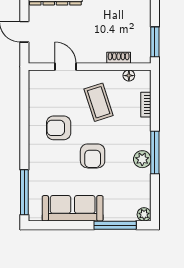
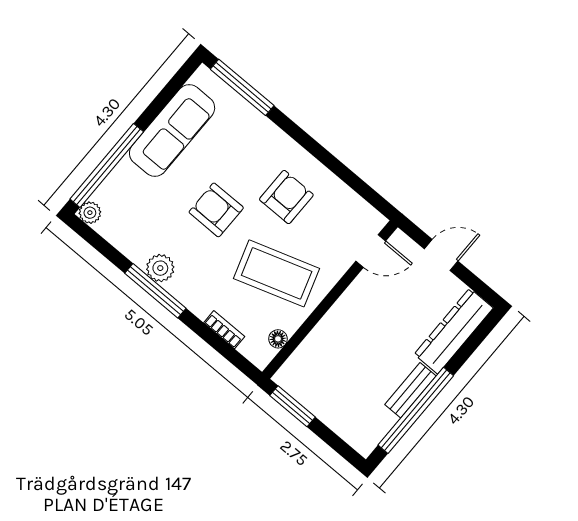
shoe rack: (119, 58) -> (311, 345), removed
door: (65, 67) -> (371, 251), moved
coffee table: (99, 102) -> (277, 273), width x1.36, depth x1.32
window: (115, 225) -> (107, 165), width x1.46

